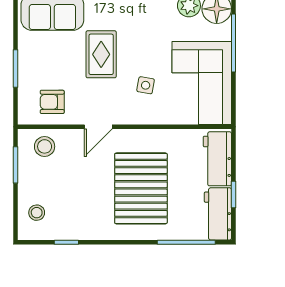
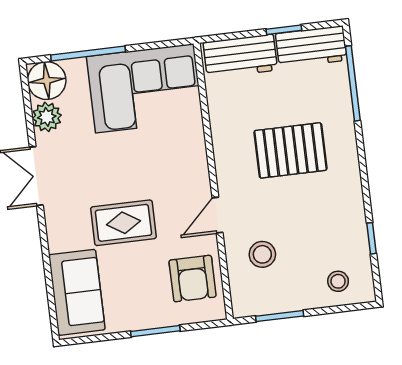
side table: (146, 85) -> (156, 161), removed
armchair: (52, 102) -> (193, 279), width x1.38, depth x1.38
door: (98, 127) -> (217, 215), swing flipped
stool: (45, 146) -> (262, 254), moved
pallet: (141, 188) -> (290, 150), width x0.73, depth x0.71

